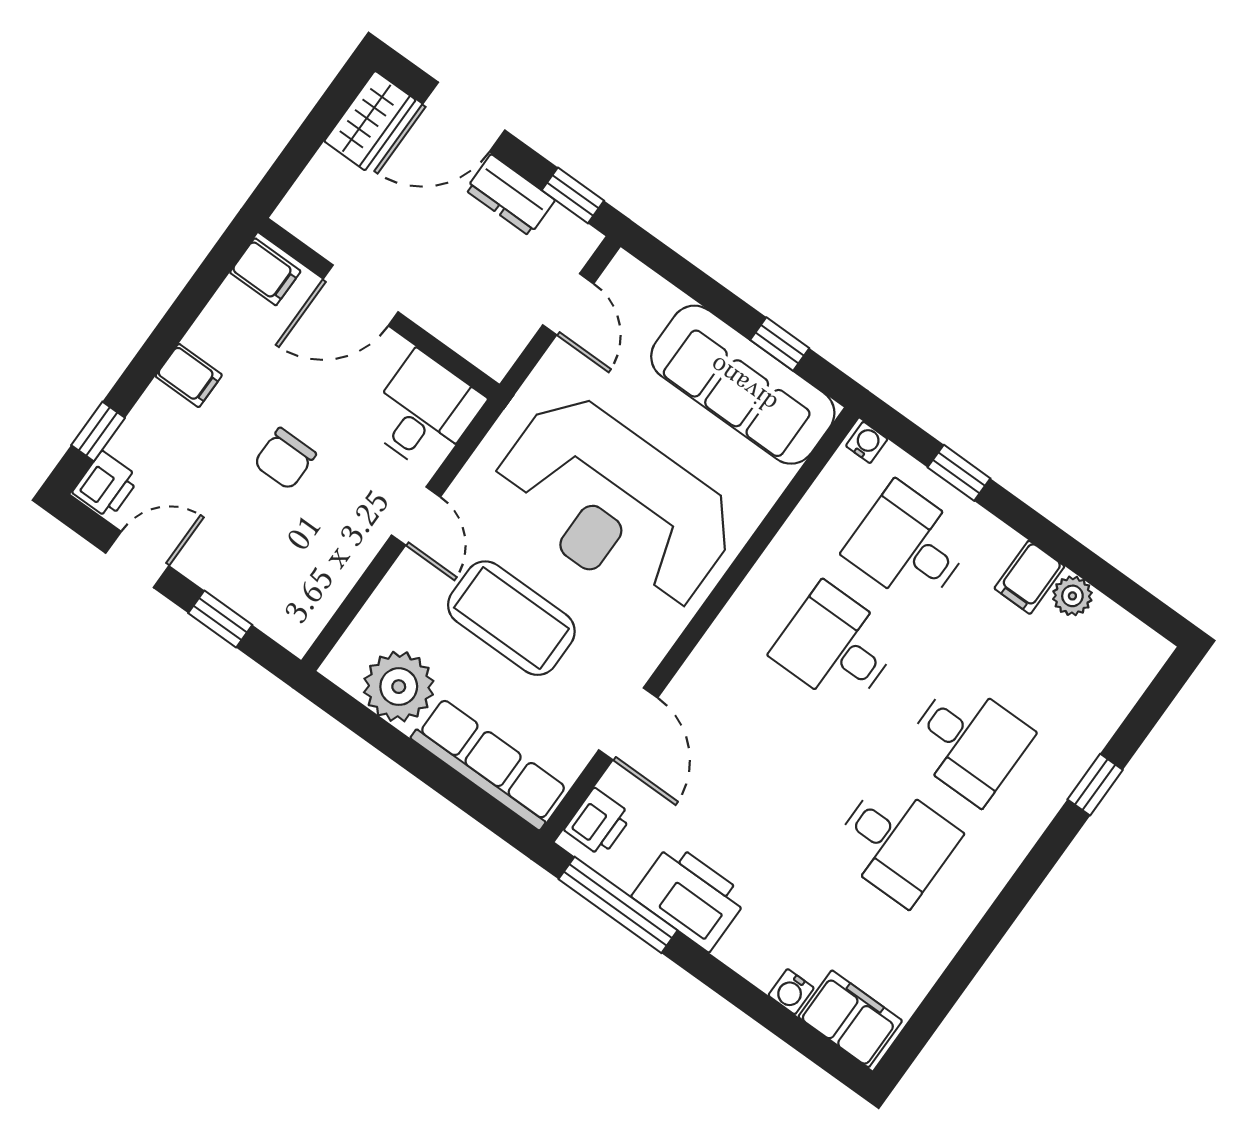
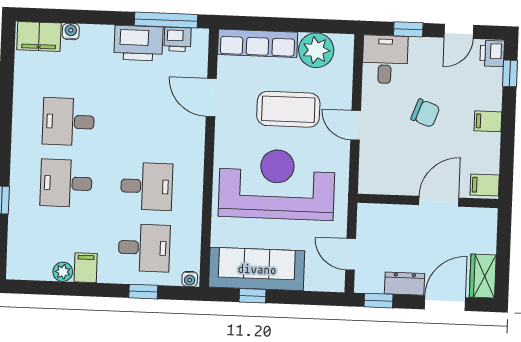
desk: (424, 412) -> (385, 59), moved, turned 180
chair: (285, 459) -> (425, 113), turned 110
printer: (598, 823) -> (177, 39), moved, turned -90

